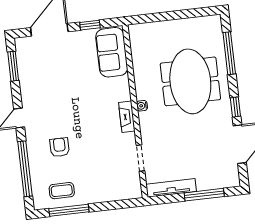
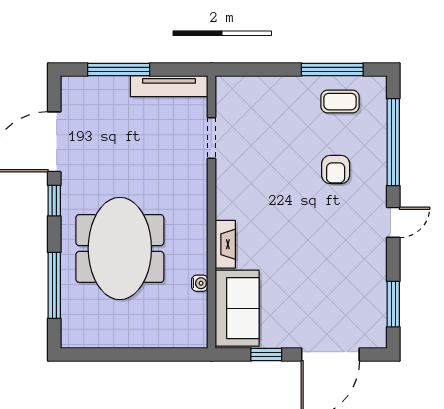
water cooler: (142, 106) -> (200, 283), moved
fireplace: (127, 117) -> (225, 244), moved

